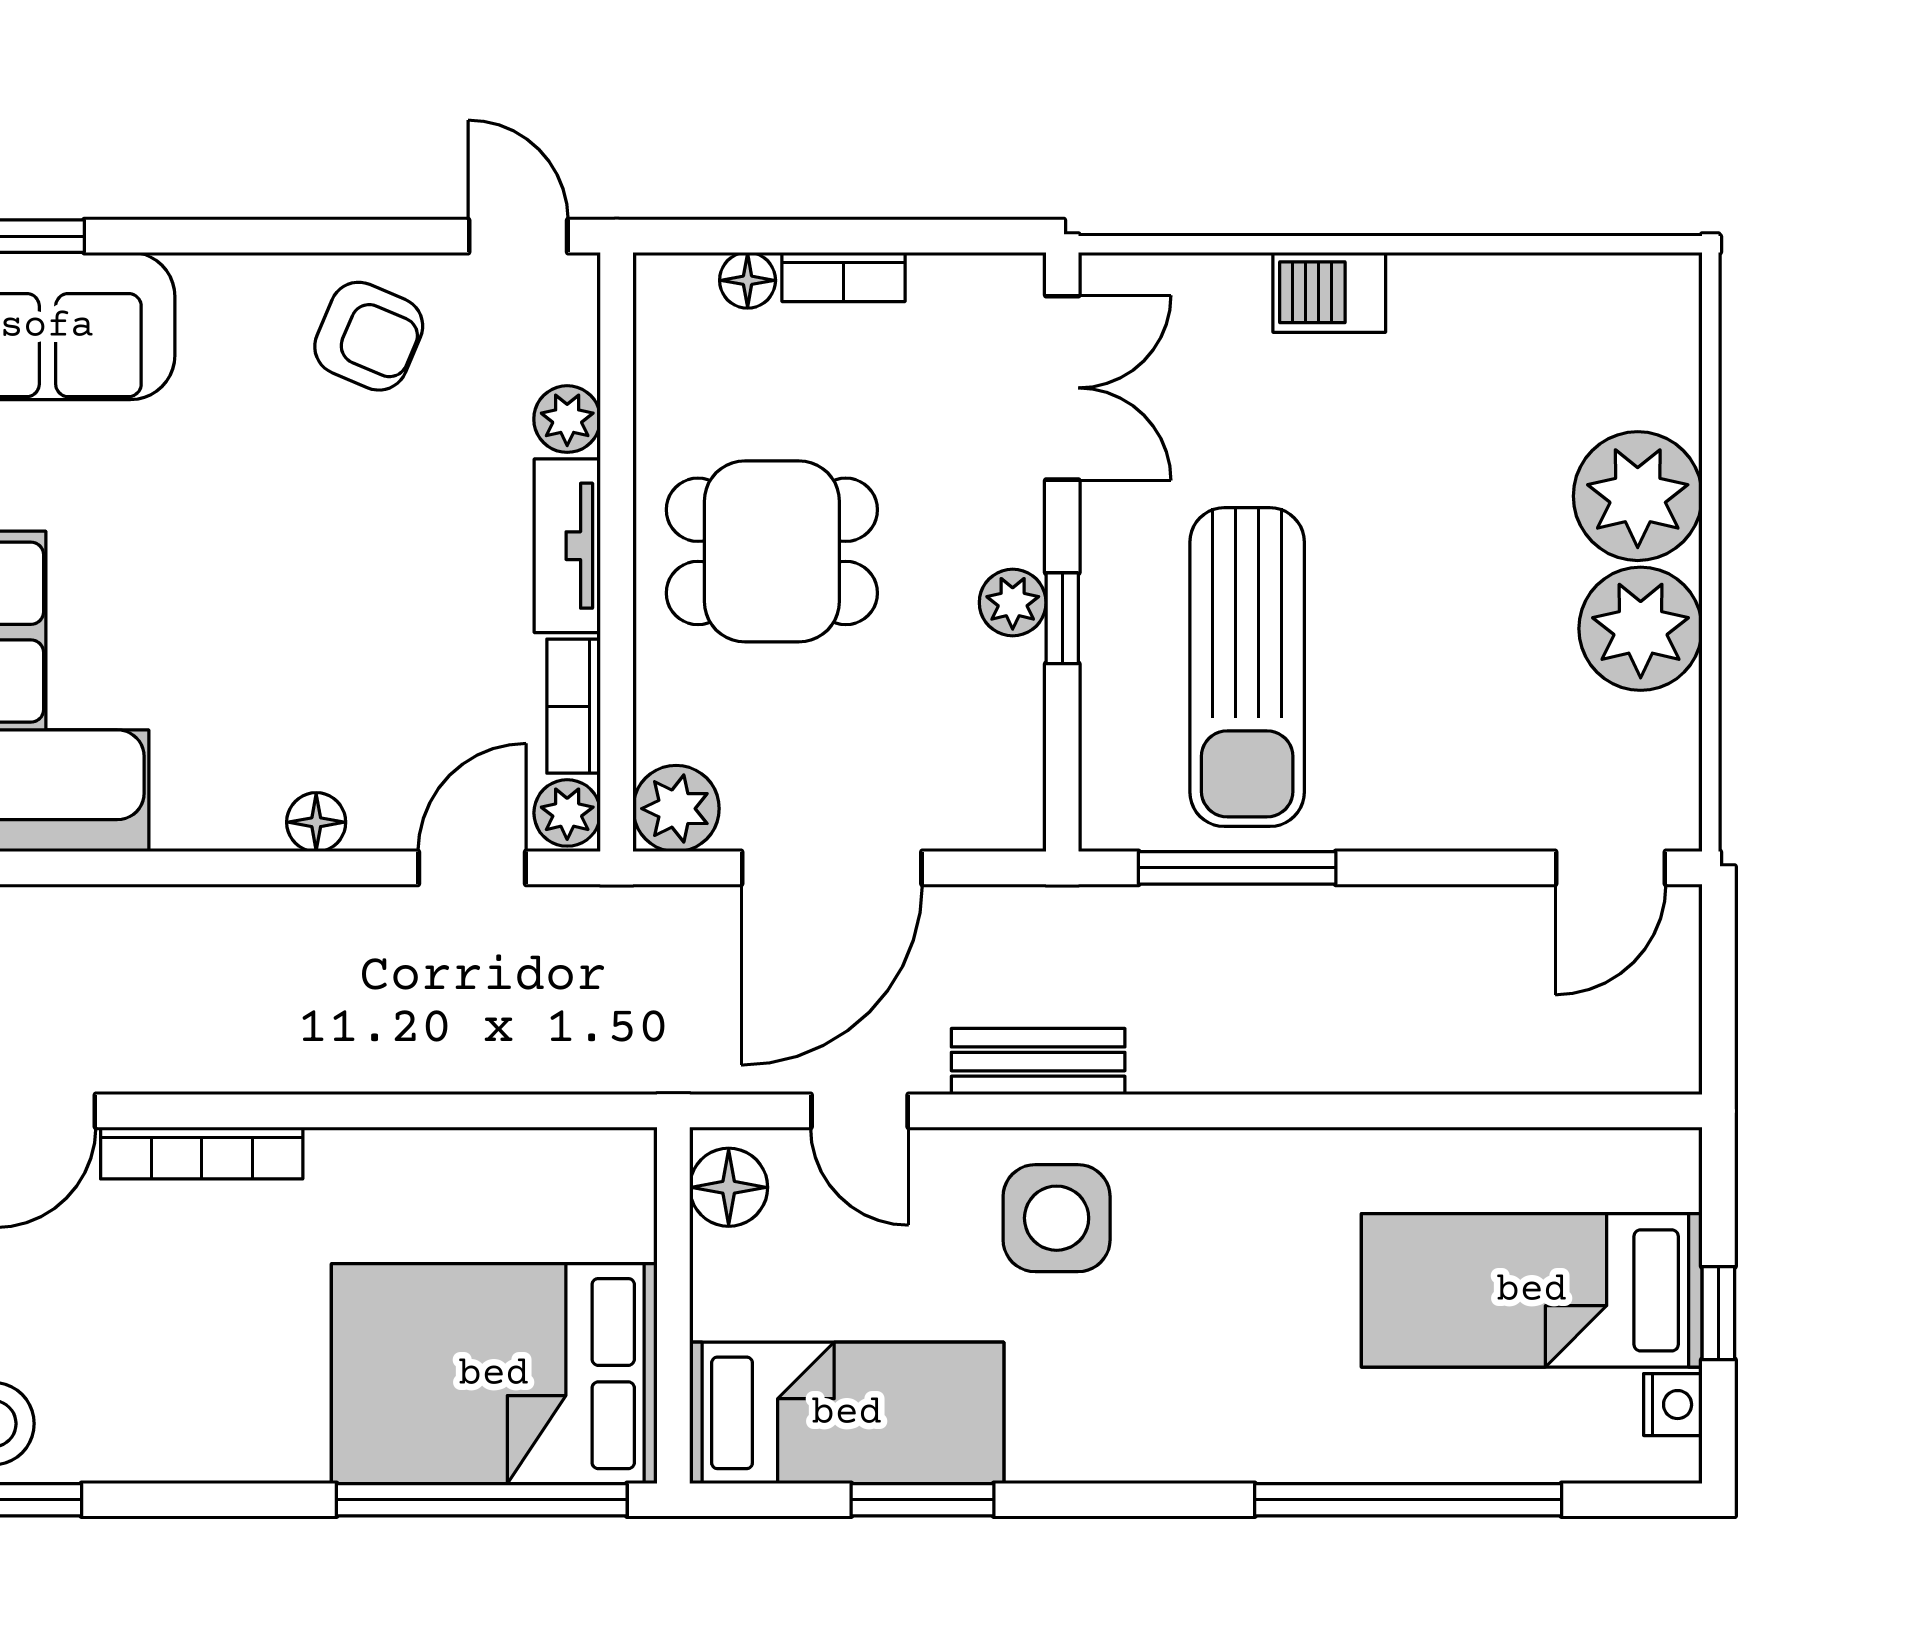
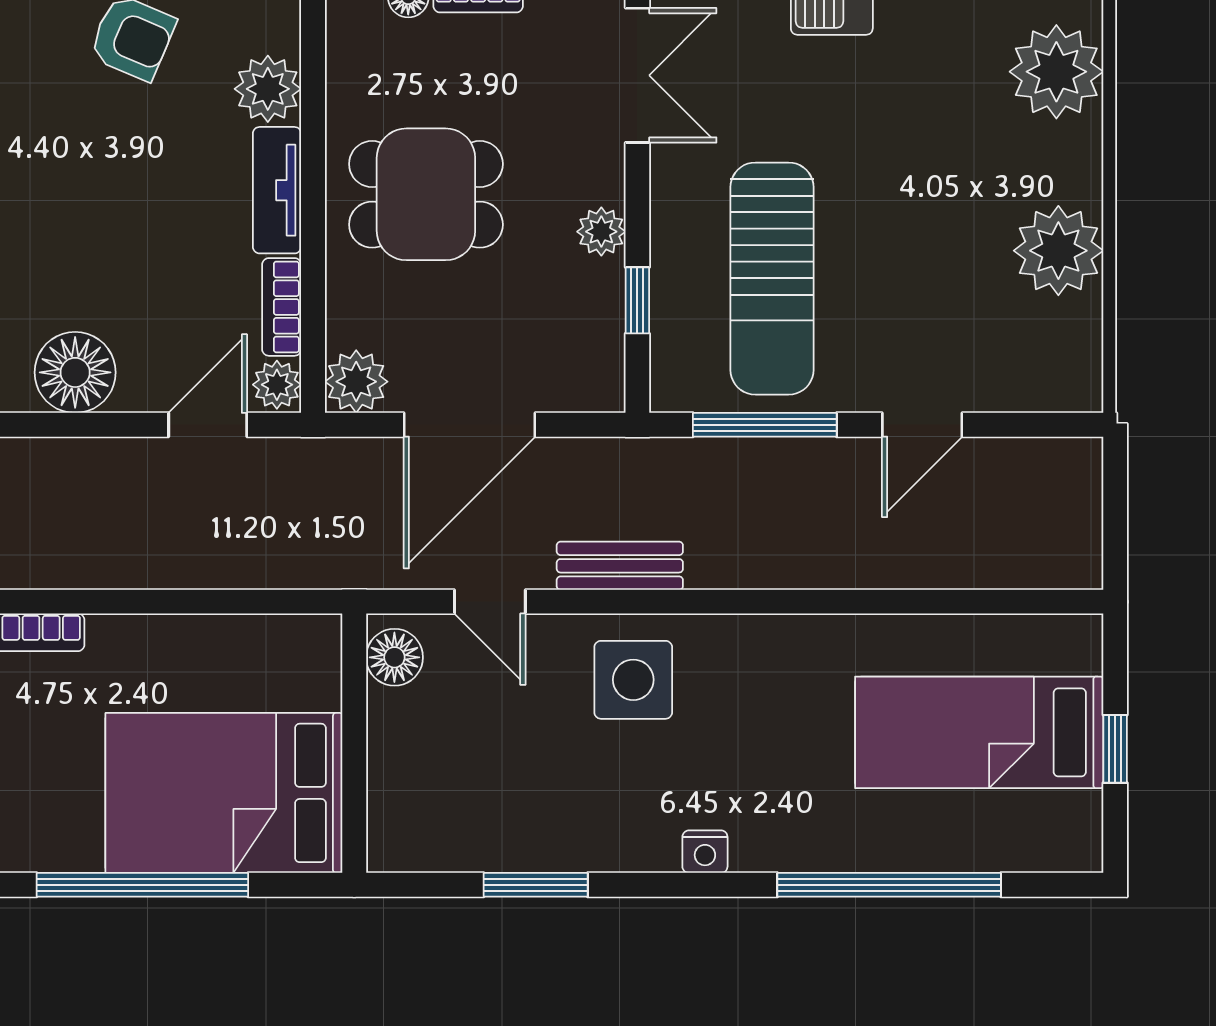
plant: (567, 419) -> (268, 89), width x1.38, depth x1.38
plant: (1638, 496) -> (1056, 72), moved
window: (1062, 618) -> (637, 300), moved
floor lamp: (316, 822) -> (75, 372), width x1.89, depth x1.89
door: (1611, 868) -> (922, 425), moved
nightstand: (1673, 1405) -> (705, 852), moved, turned 90
bed: (847, 1413) -> (480, 822), removed
window: (482, 1500) -> (142, 885), moved

